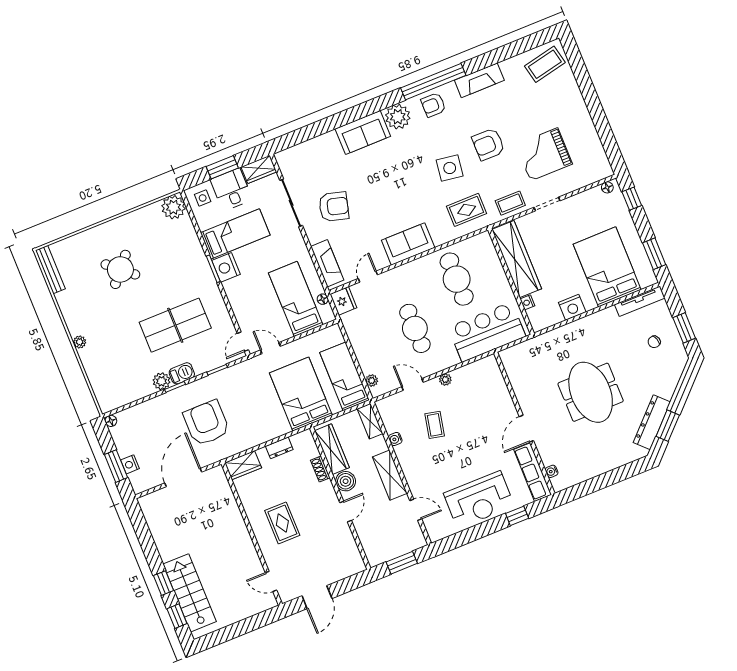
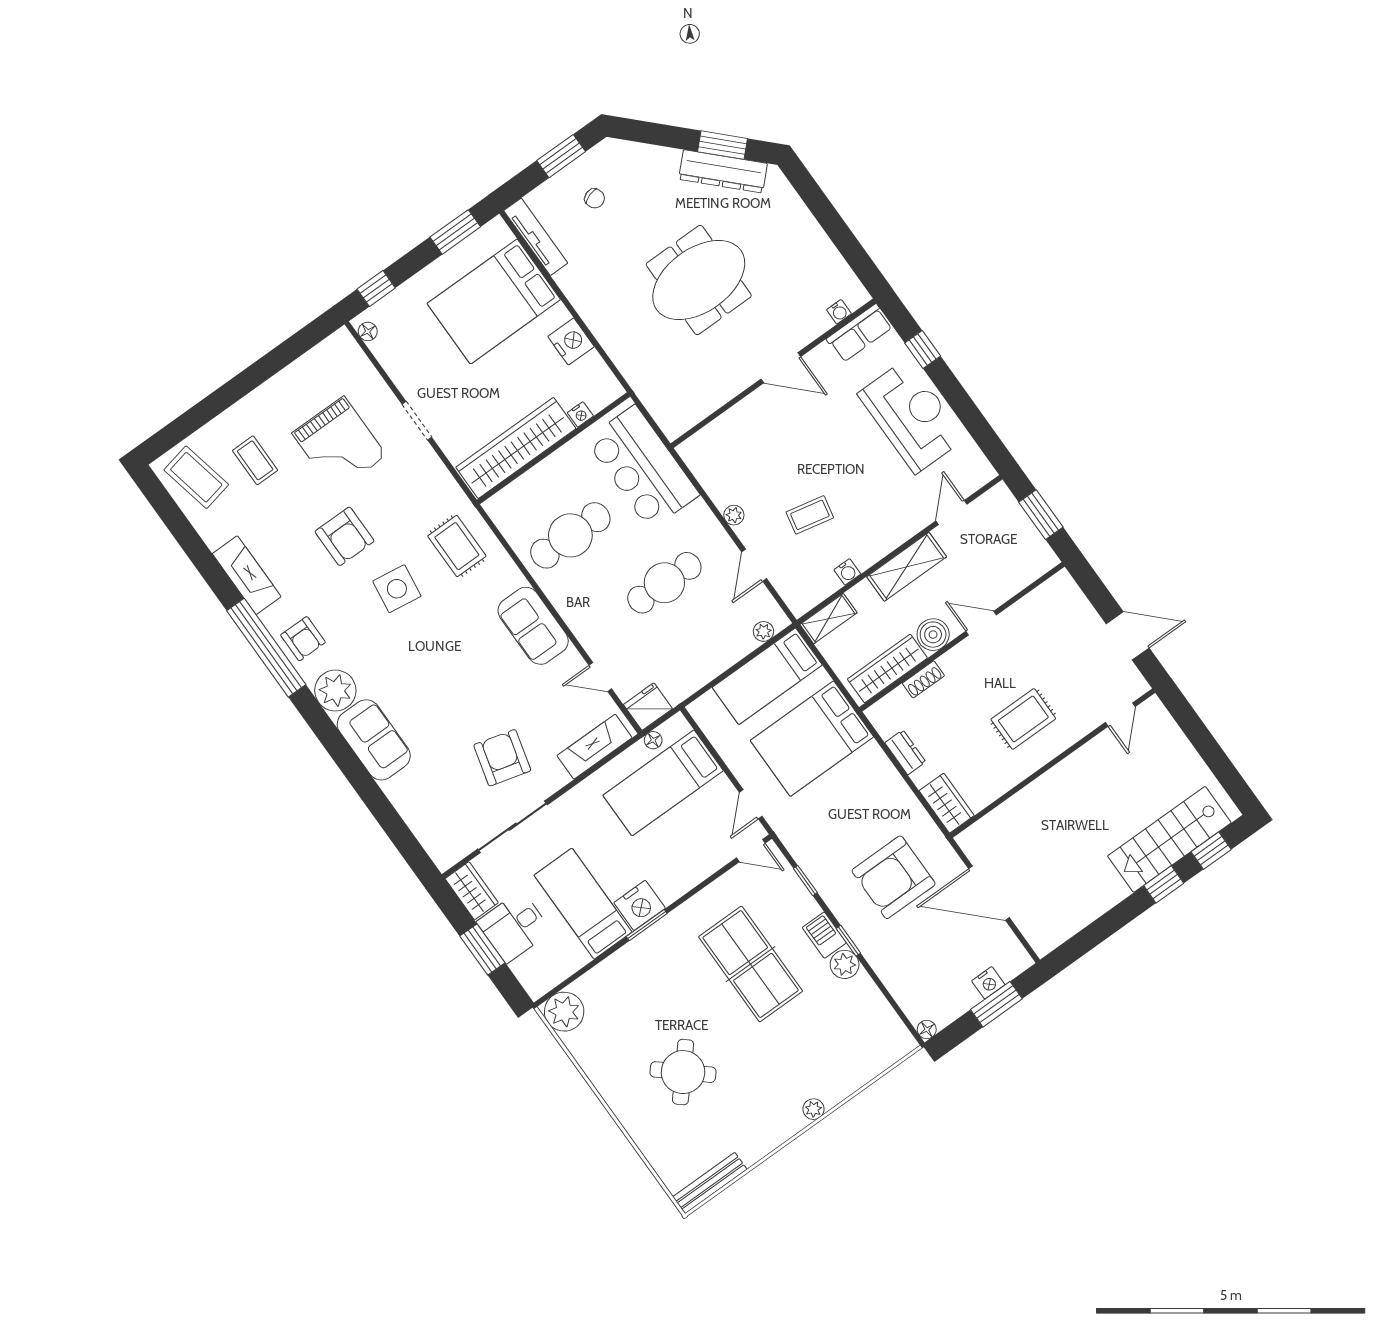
side table: (203, 198) -> (538, 969), removed
coffee table: (510, 203) -> (255, 460), moved
row of seats: (533, 472) -> (860, 333), width x0.68

